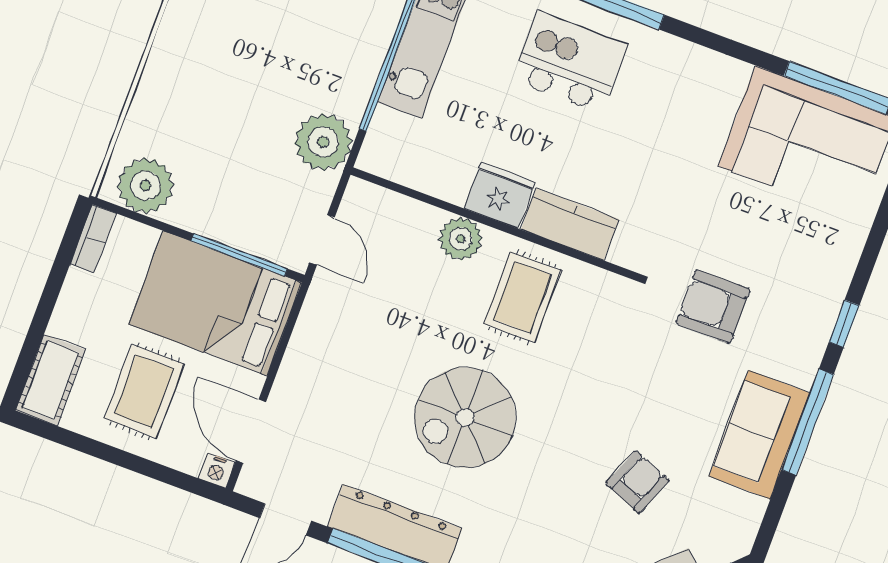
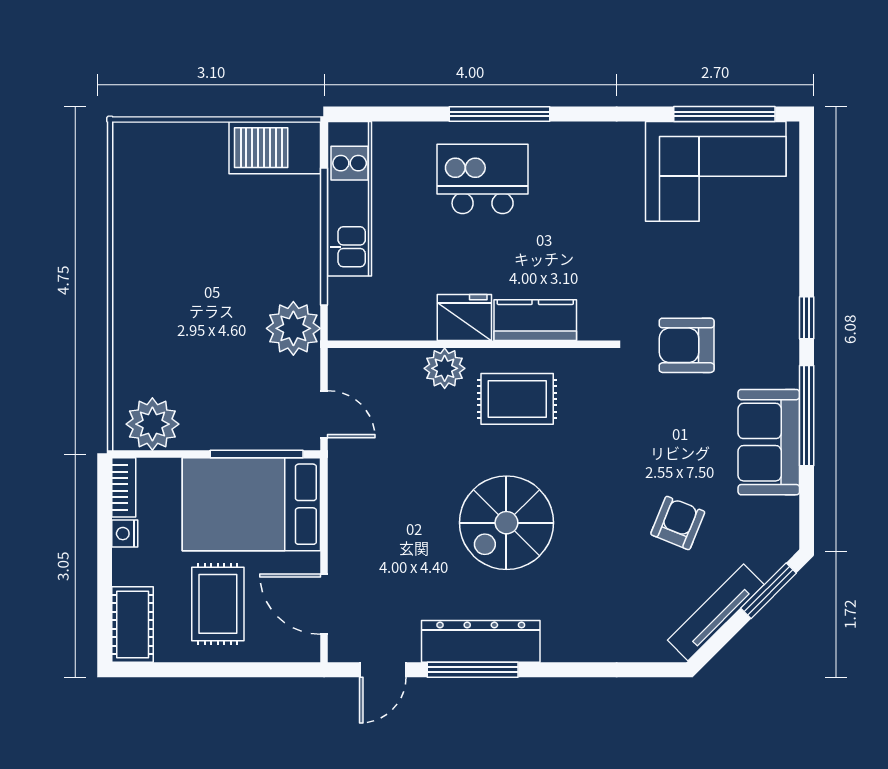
rug: (522, 297) -> (517, 399), turned 90
nightstand: (216, 471) -> (125, 534), moved, turned 90

